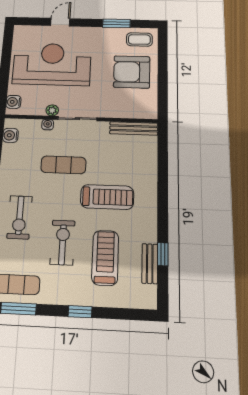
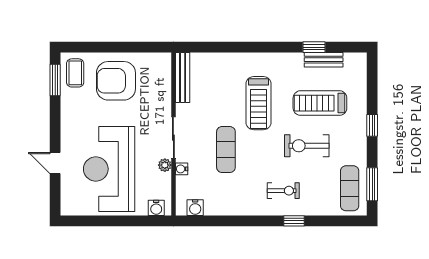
window: (116, 23) -> (55, 80), moved
armchair: (132, 72) -> (116, 81), turned 90
treadmill: (107, 197) -> (259, 103), turned 180
exercise bike: (20, 217) -> (283, 191), width x0.73, depth x0.72

